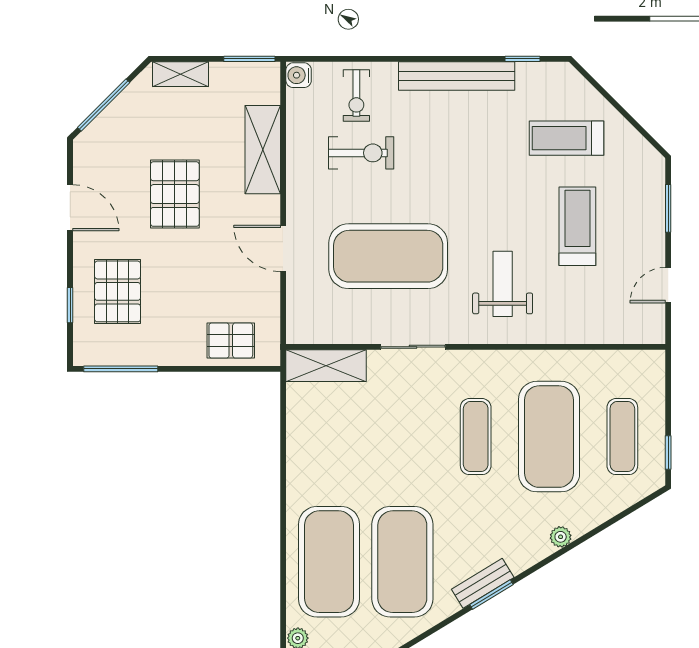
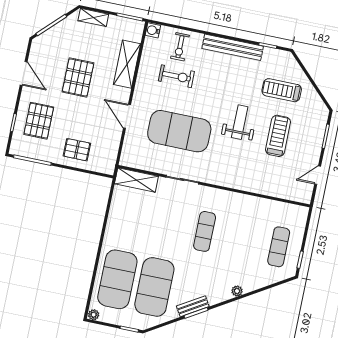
weight bench: (503, 284) -> (240, 122), moved
pallet: (231, 341) -> (77, 150), moved
exercise mat: (549, 437) -> (242, 239), removed

